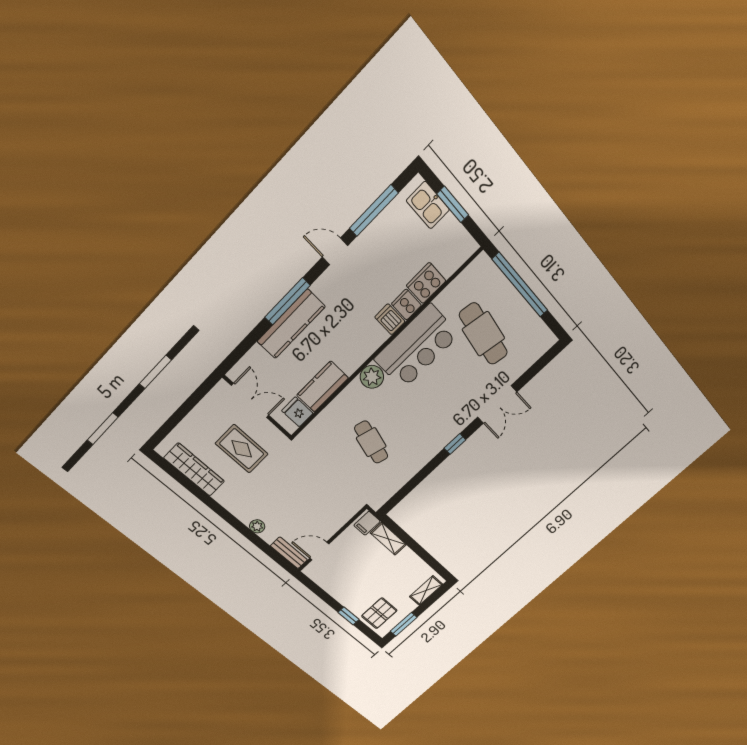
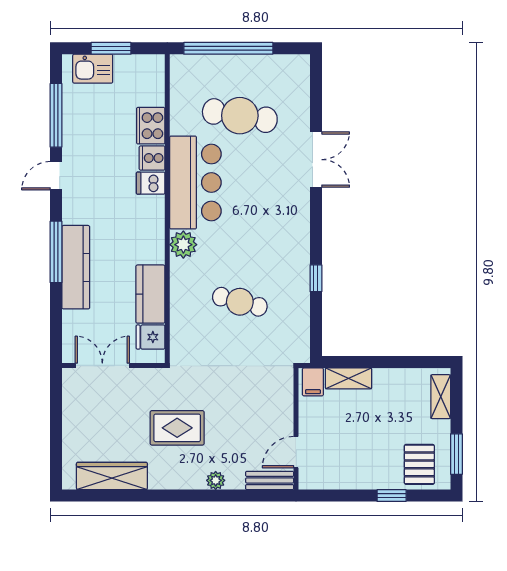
window: (455, 444) -> (316, 278), moved
rug: (242, 449) -> (177, 428), moved

